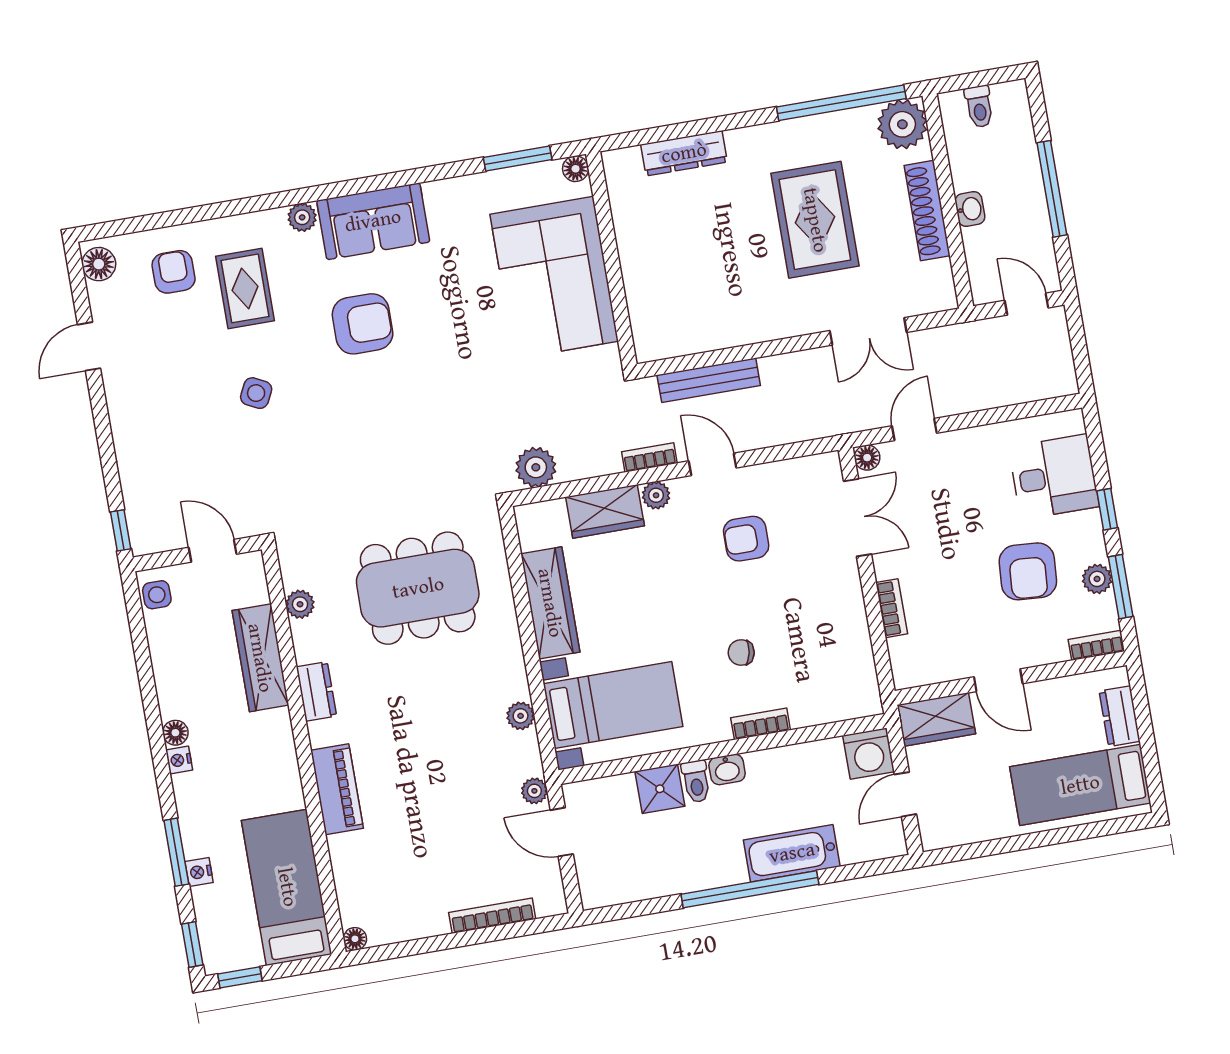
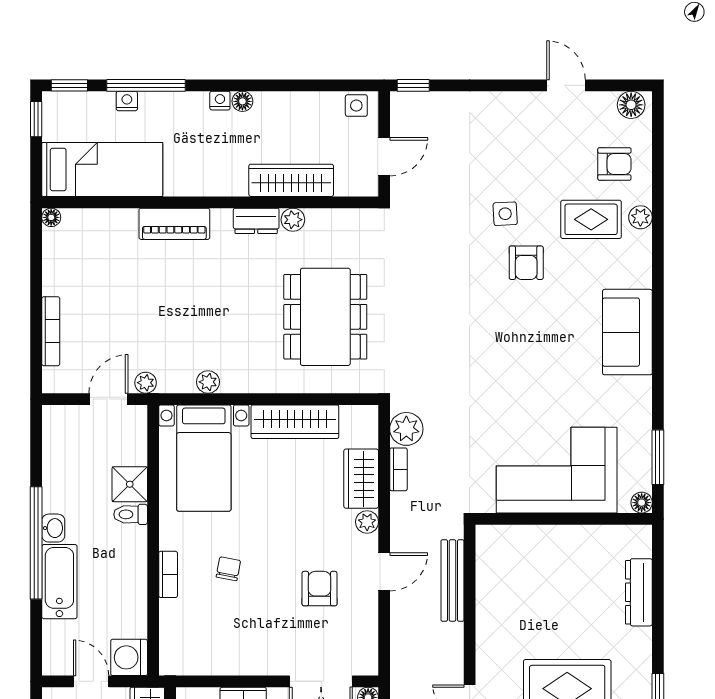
plant: (302, 217) -> (640, 217), moved
armchair: (363, 324) -> (526, 263), moved, width x0.72, depth x0.72
side table: (256, 393) -> (505, 214), turned -30
bookcase: (649, 457) -> (398, 469), moved
plant: (300, 604) -> (293, 220), moved
washbasin: (727, 769) -> (53, 528), moved, turned 180
window: (176, 852) -> (146, 85), width x1.44

